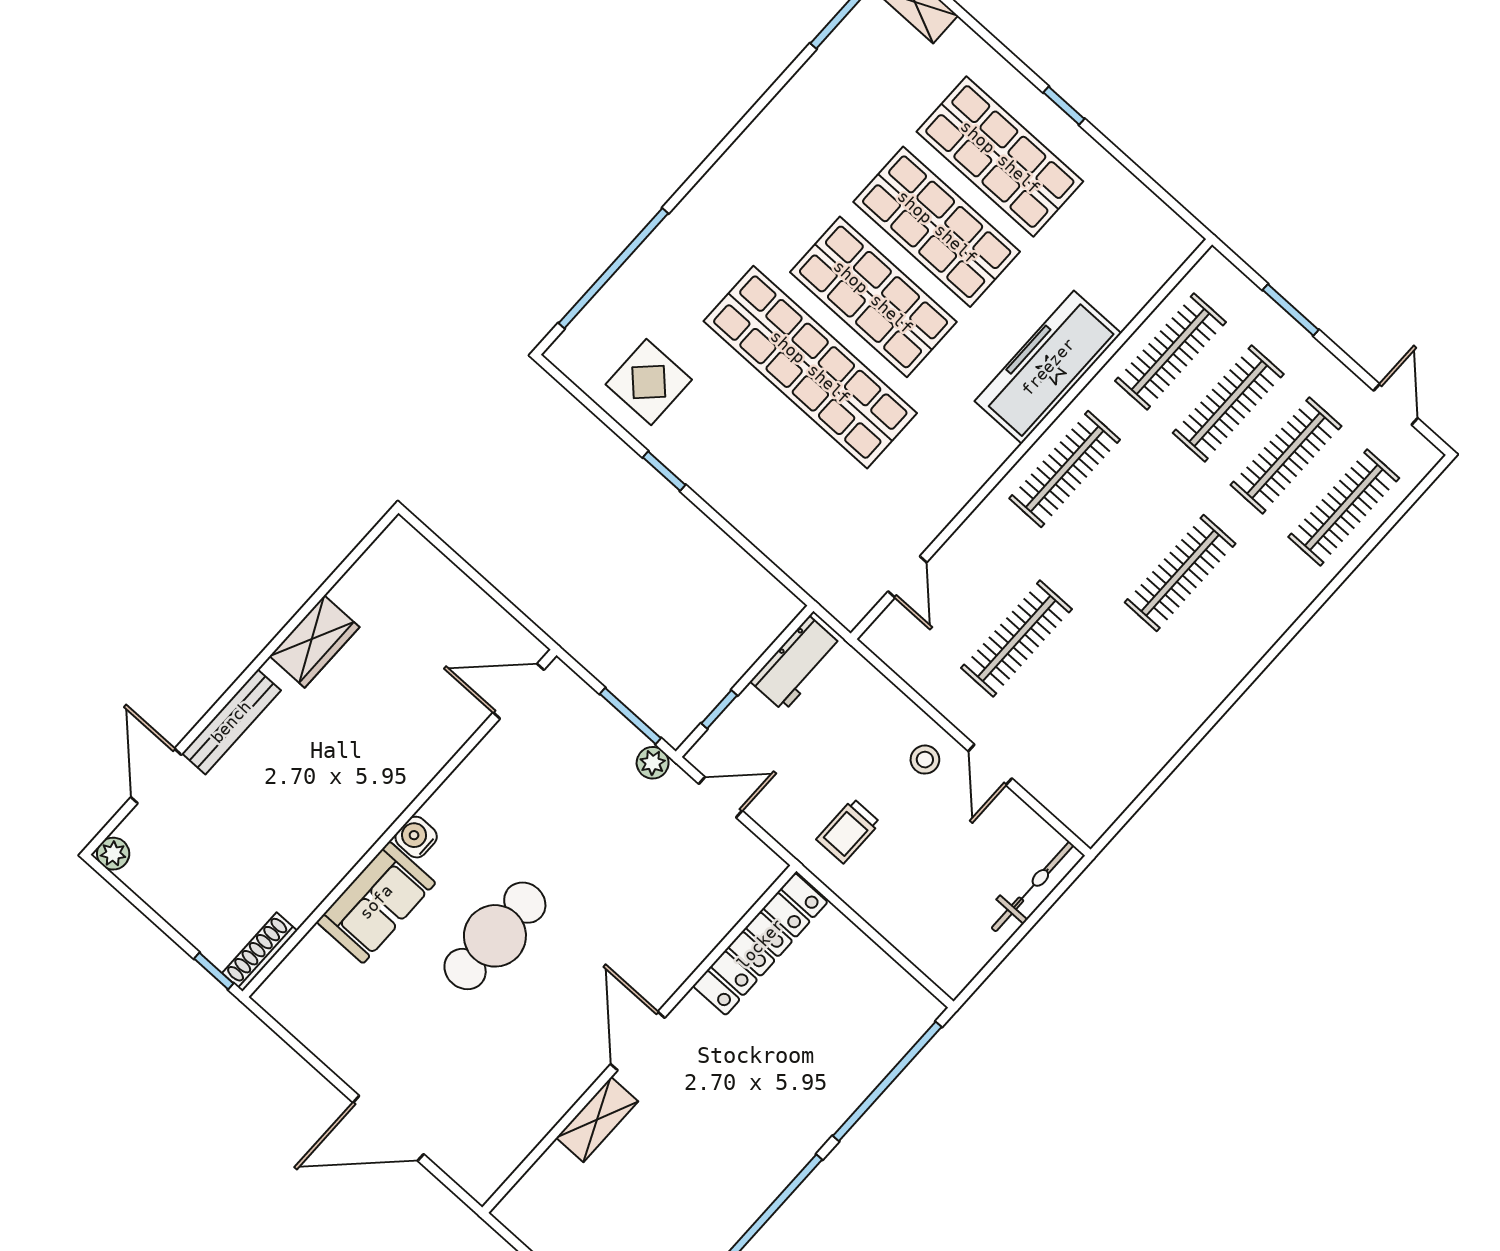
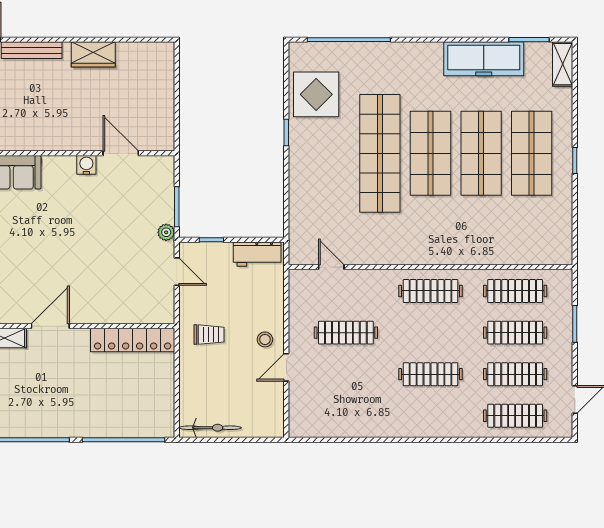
freezer: (1048, 367) -> (484, 59), moved, turned 180
display table: (649, 382) -> (316, 94), width x1.36, depth x1.36
door: (907, 577) -> (331, 267), swing flipped
door: (518, 691) -> (121, 153), moved
trolley: (848, 831) -> (209, 335), turned 180
water cooler: (416, 837) -> (86, 165), moved
bicycle: (1033, 887) -> (210, 428), moved
cafe table: (495, 936) -> (41, 232), removed

